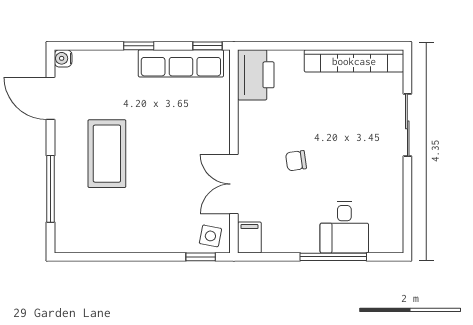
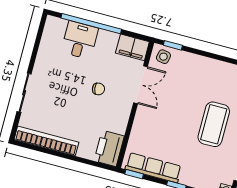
filing cabinet: (249, 237) -> (132, 47), width x2.00
window: (333, 257) -> (91, 24), width x1.46

